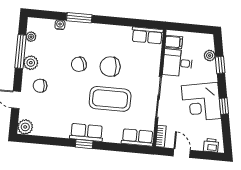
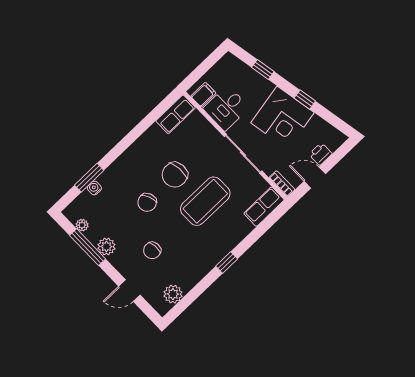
window: (79, 18) -> (89, 178), moved
plant: (210, 56) -> (245, 72), removed
chair: (40, 86) -> (152, 250), moved
plant: (25, 127) -> (173, 294), moved
row of seats: (86, 132) -> (218, 251), removed
printer: (211, 145) -> (321, 154), moved

